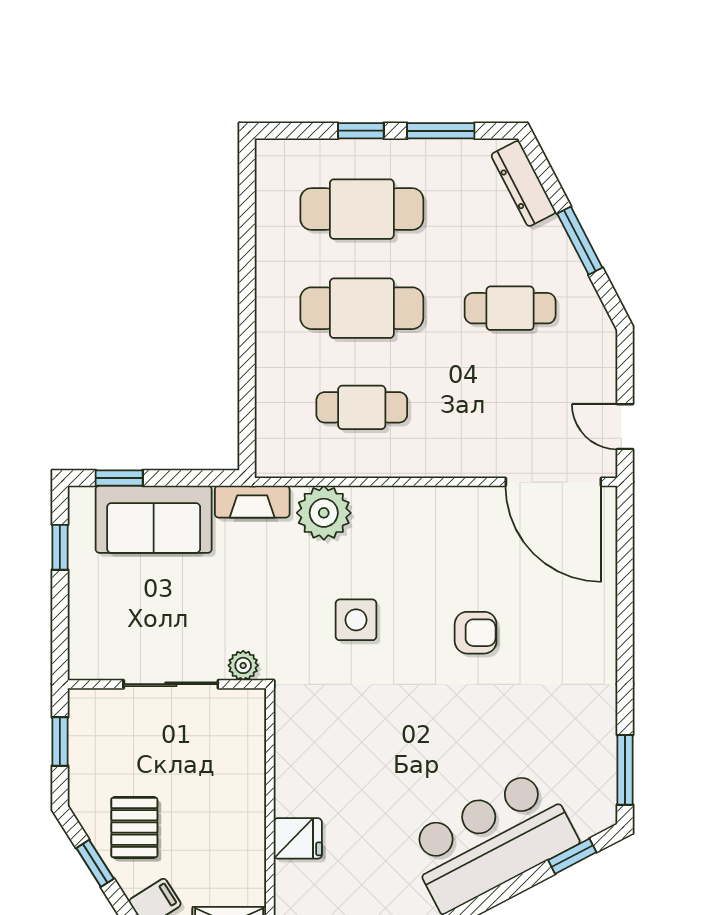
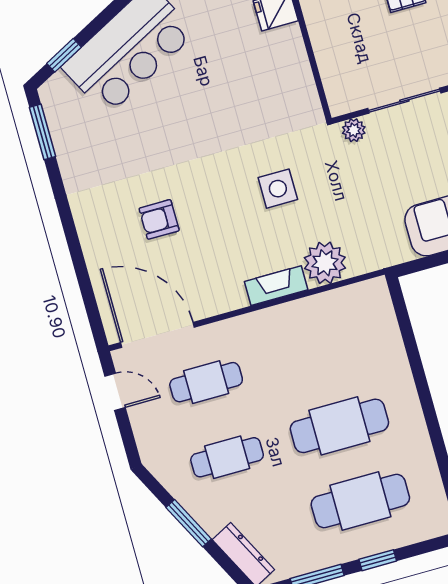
cafe table: (362, 407) -> (206, 382), moved
fireplace: (252, 502) -> (276, 286), moved
armchair: (476, 633) -> (159, 219), moved

